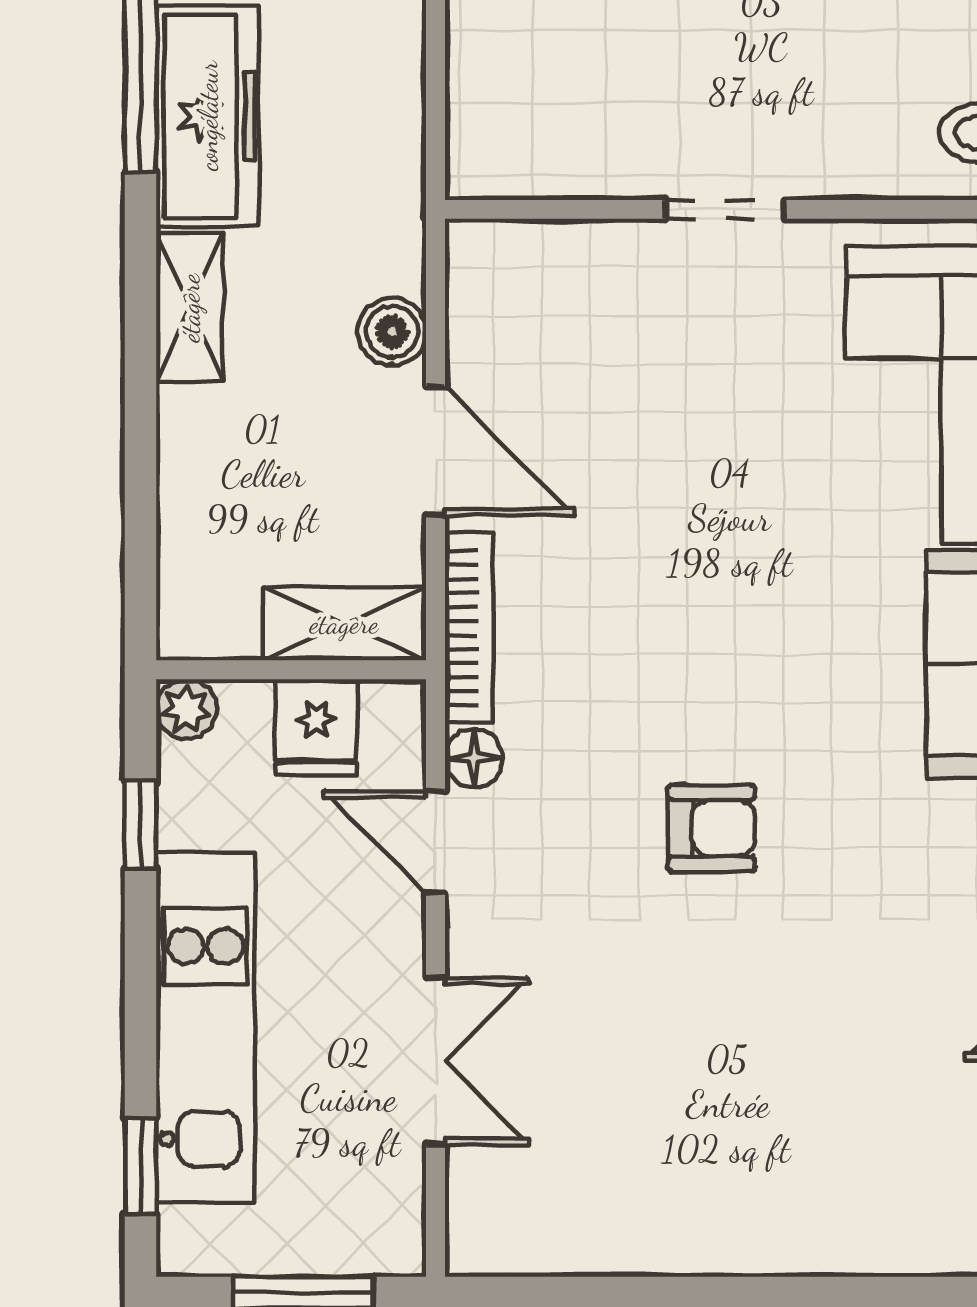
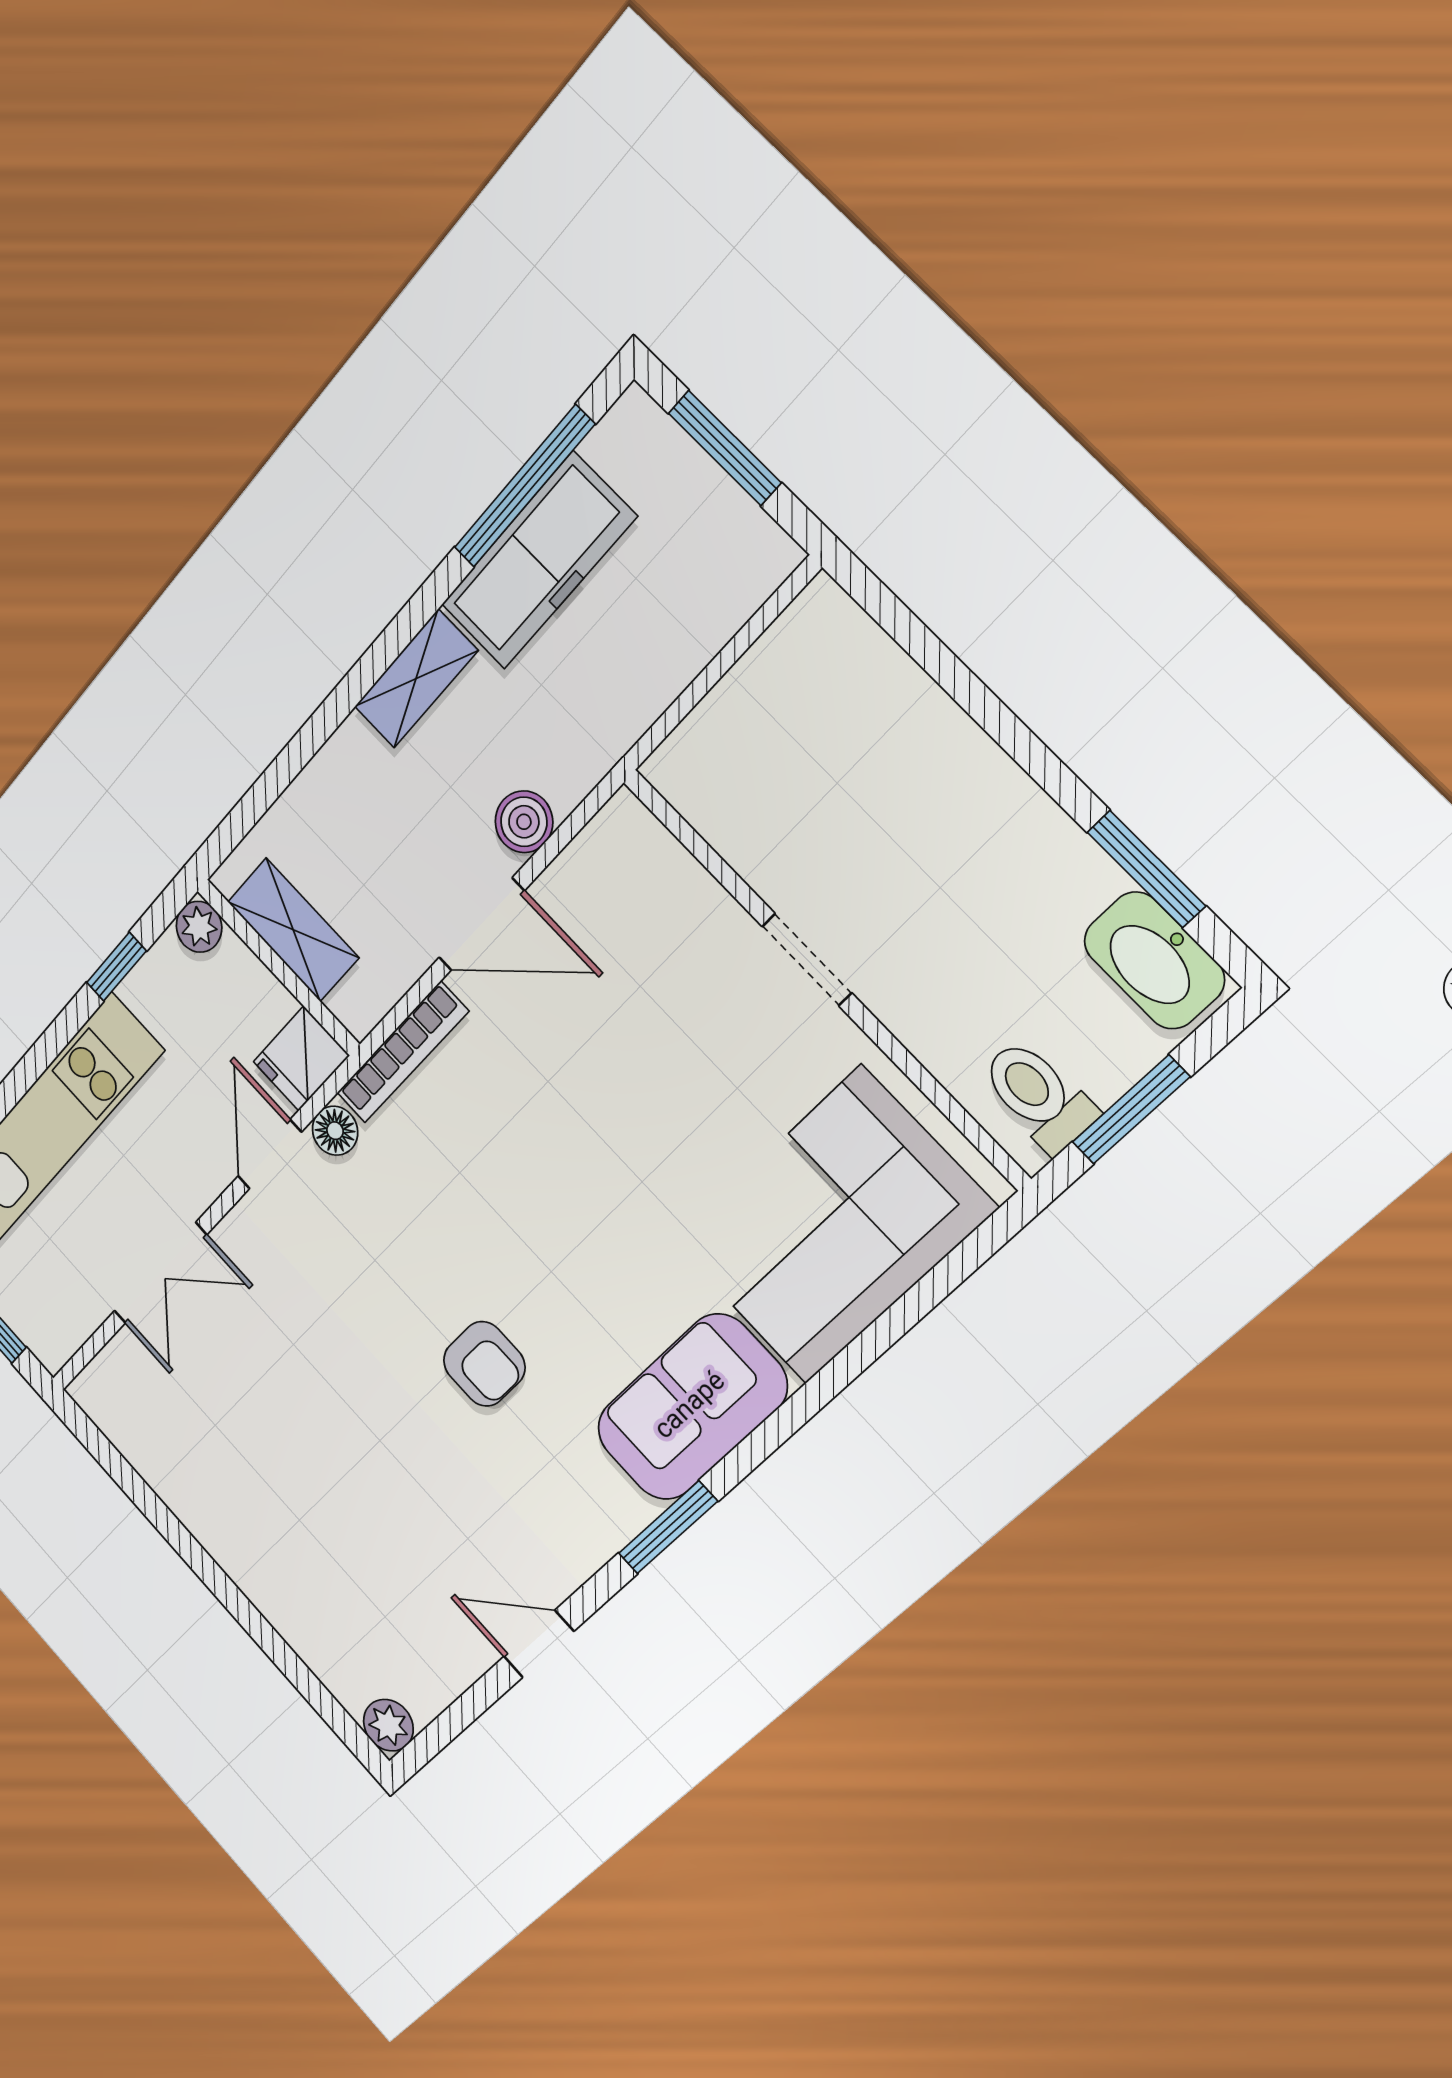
door: (435, 451) -> (481, 924), hinge flipped
shelving: (344, 624) -> (293, 930), moved
fridge: (316, 727) -> (301, 1059), moved
armchair: (711, 828) -> (484, 1364), moved

